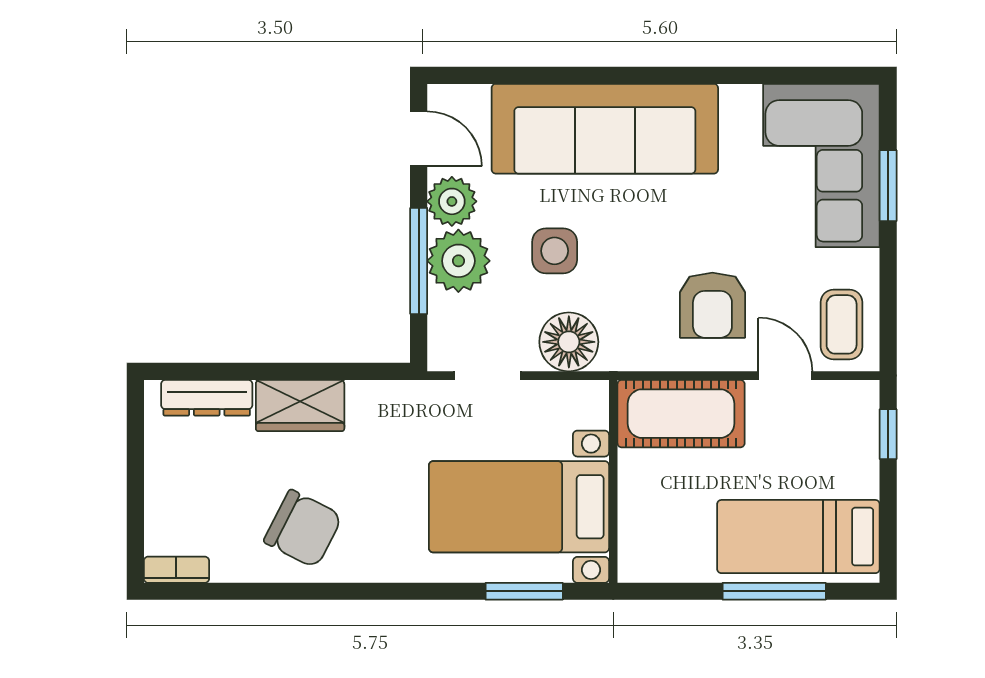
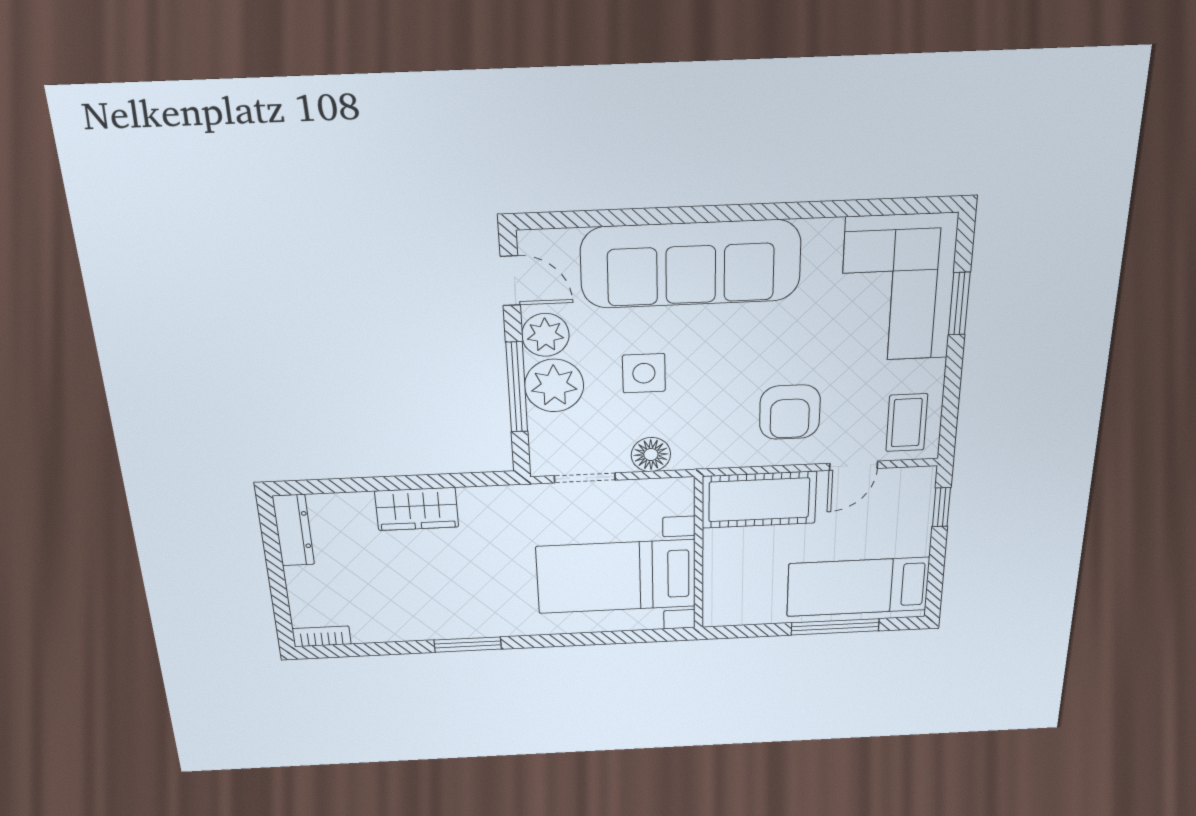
floor lamp: (569, 342) -> (651, 455), width x0.73, depth x0.73
door: (785, 376) -> (853, 466), swing flipped
dresser: (207, 398) -> (293, 530), moved, turned -90
chair: (303, 529) -> (429, 602), removed
window: (524, 591) -> (468, 645), moved

